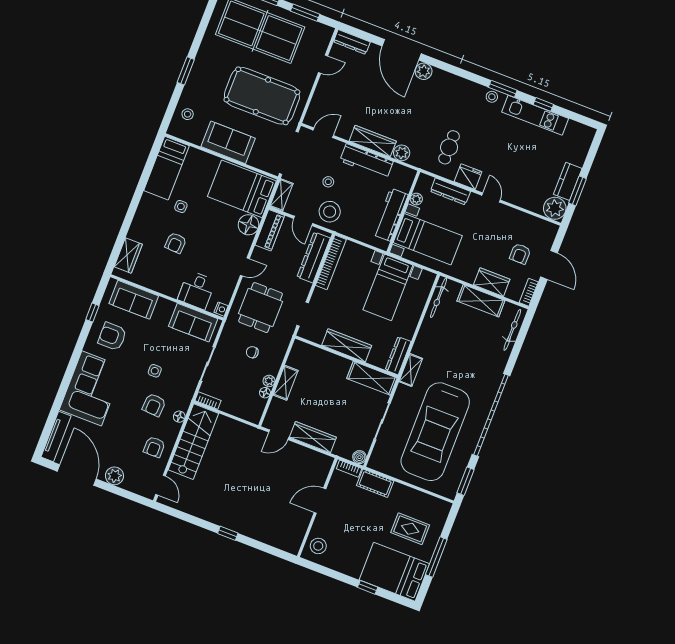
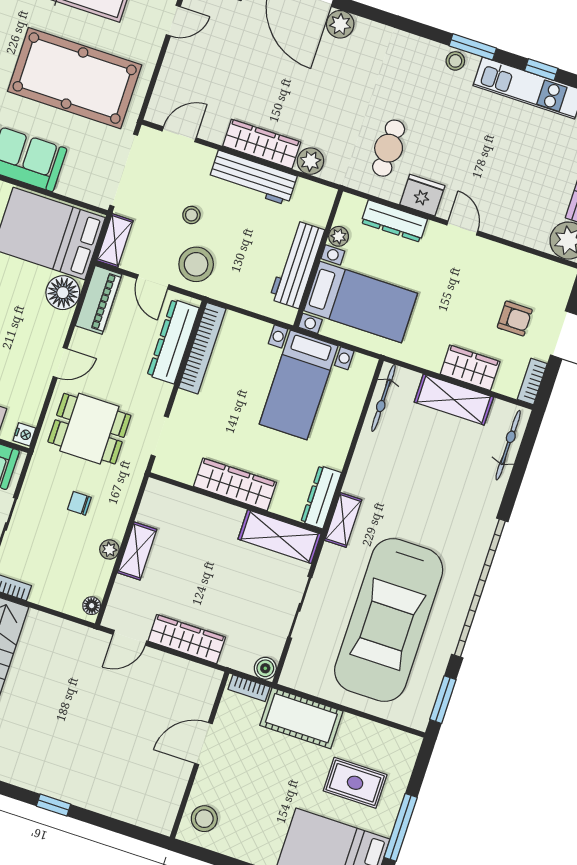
armchair: (520, 254) -> (515, 319), turned -90
dining table: (261, 308) -> (89, 429), turned 90
floor lamp: (265, 393) -> (92, 606), moved
cot: (375, 483) -> (301, 718), width x1.37, depth x1.34

